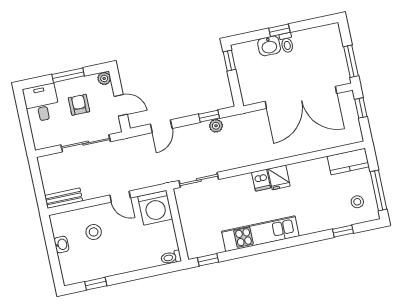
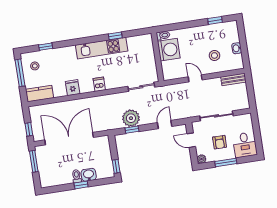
plant: (216, 126) -> (131, 118), width x1.88, depth x1.88
fridge: (279, 177) -> (73, 88), moved
washing machine: (155, 208) -> (169, 50), moved, turned 90
window: (208, 260) -> (115, 36), moved

